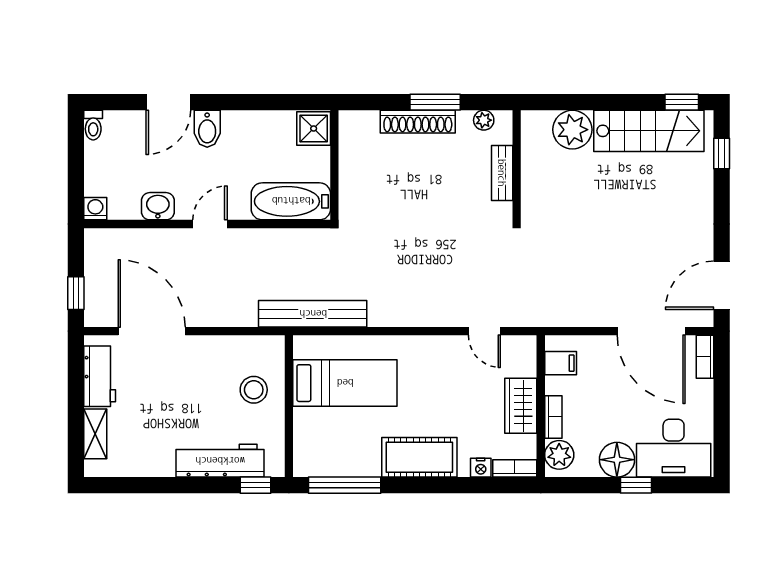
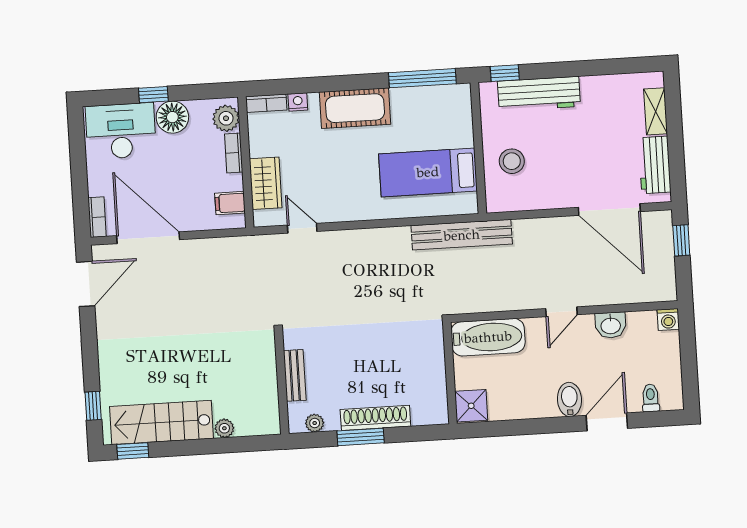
toilet: (93, 125) -> (651, 398), moved
plant: (572, 130) -> (224, 428), width x0.53, depth x0.53
wardrobe: (521, 406) -> (266, 183), moved

